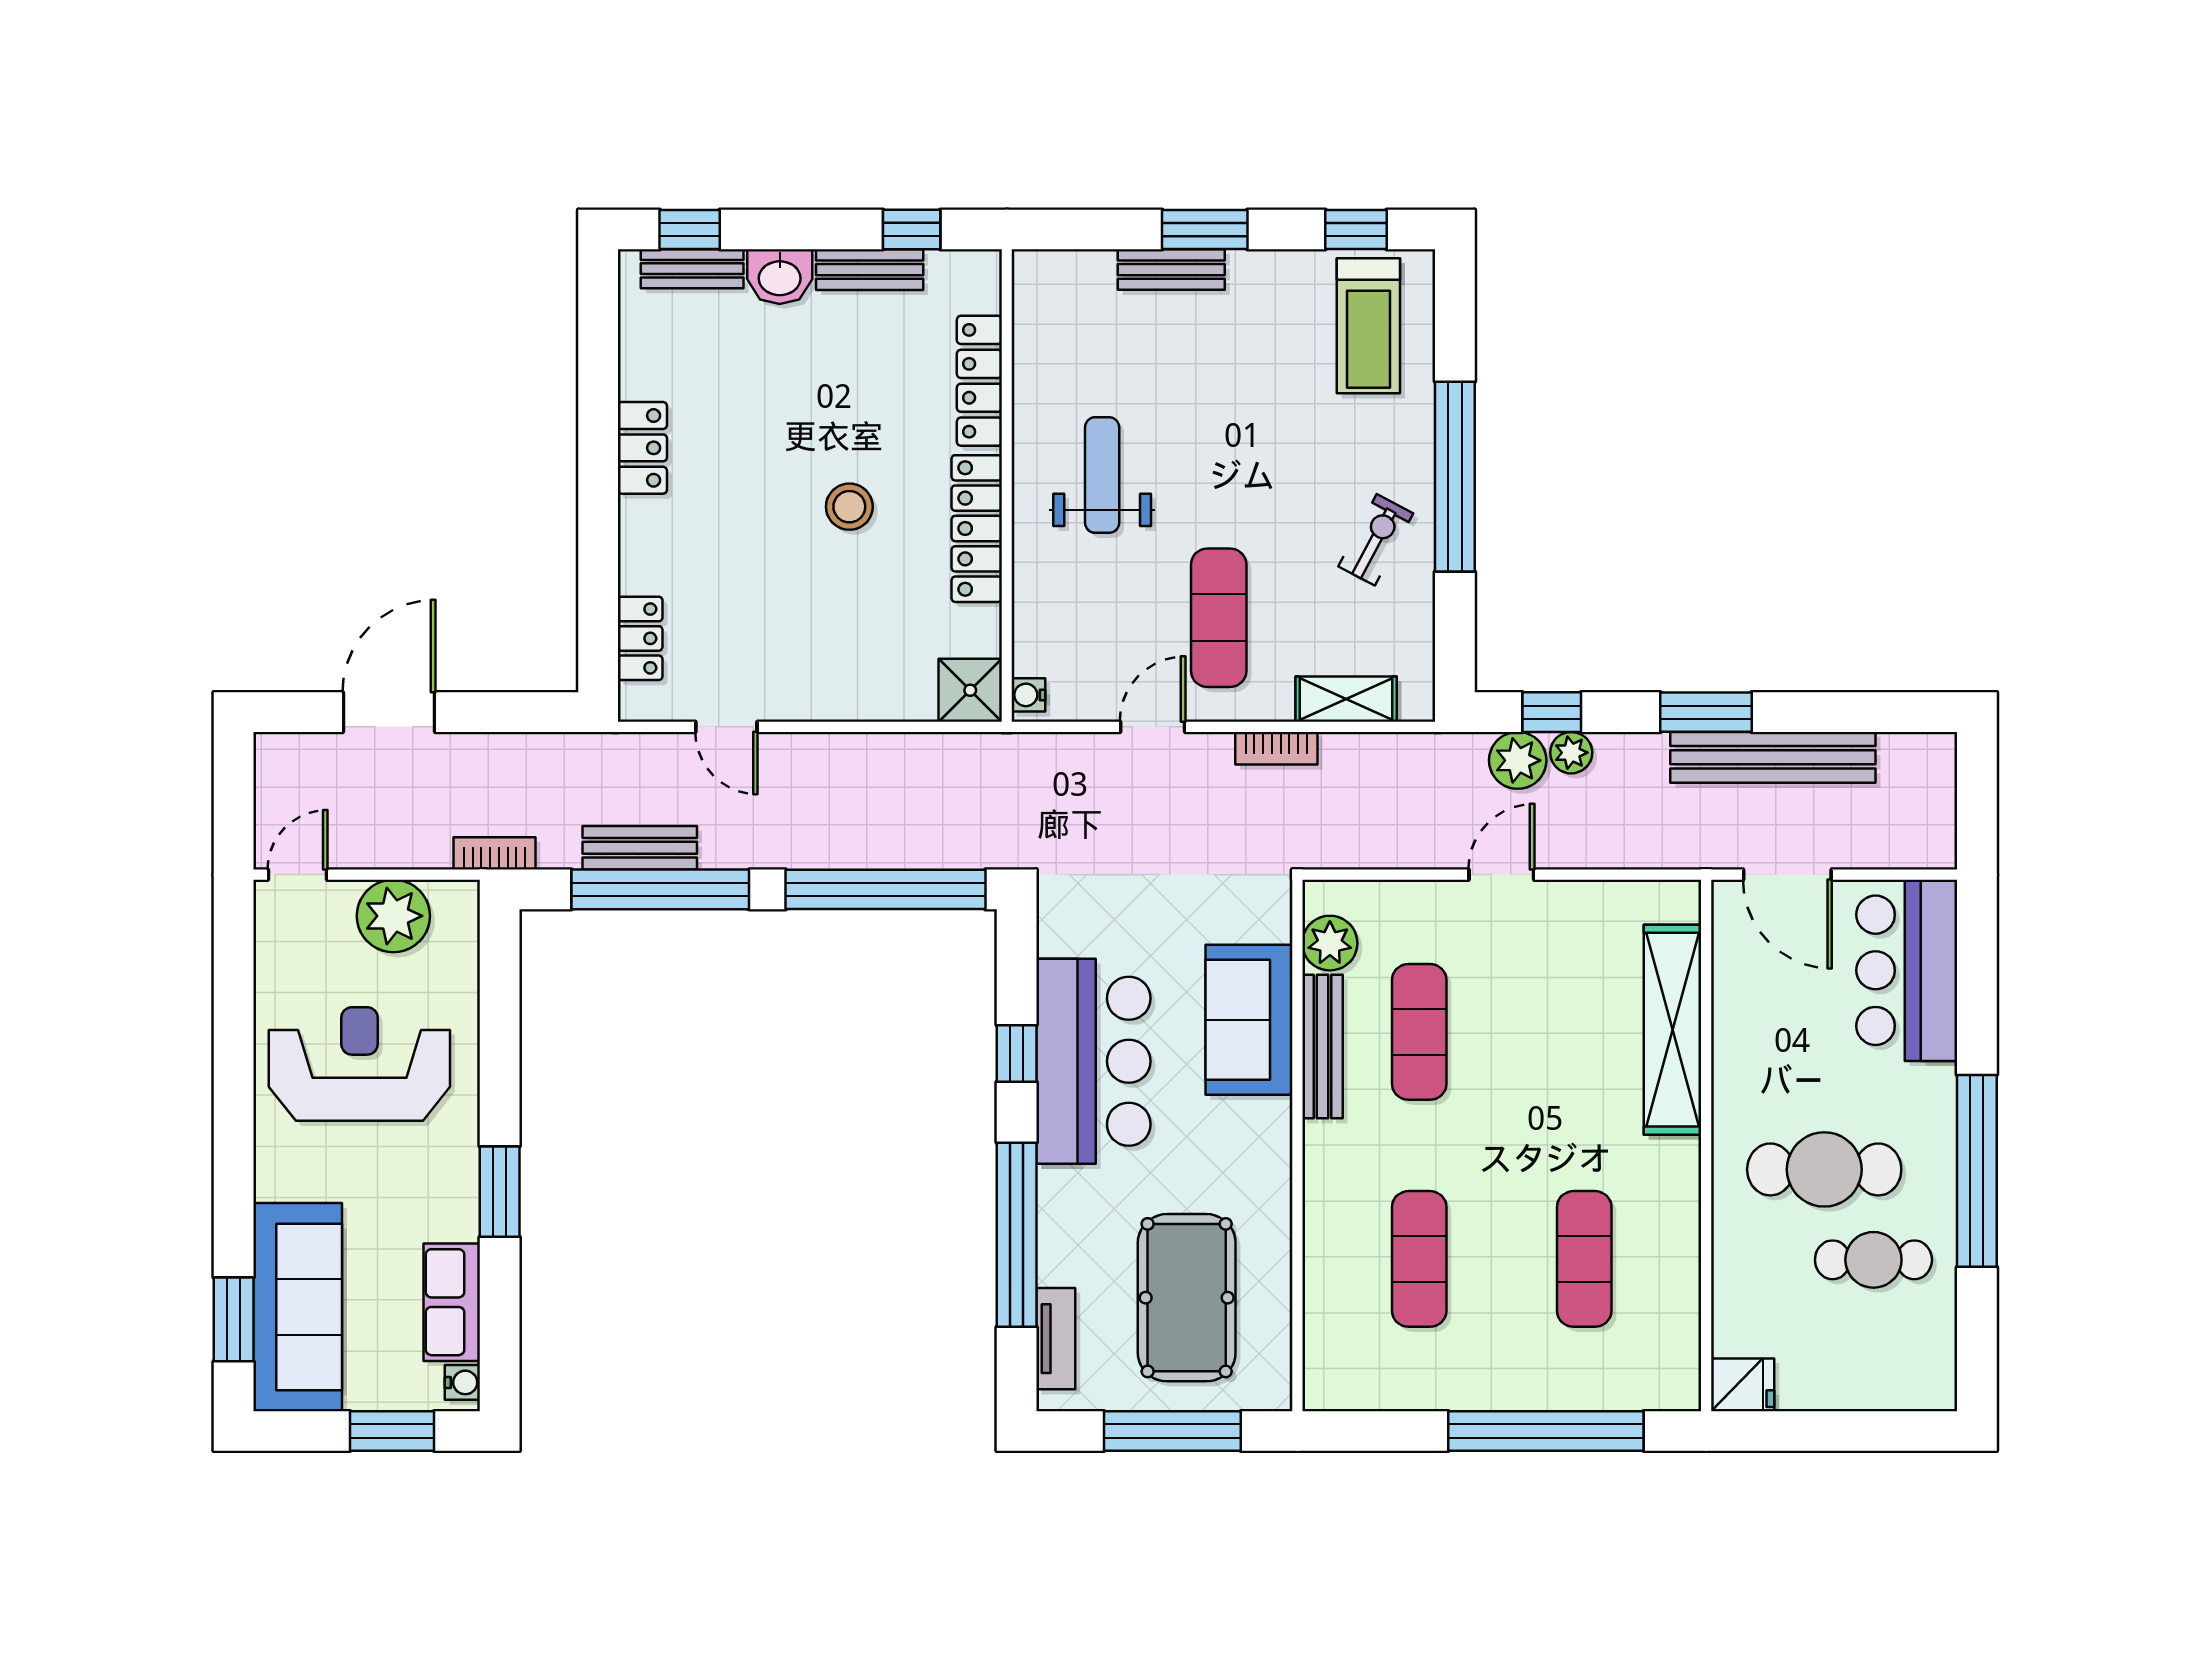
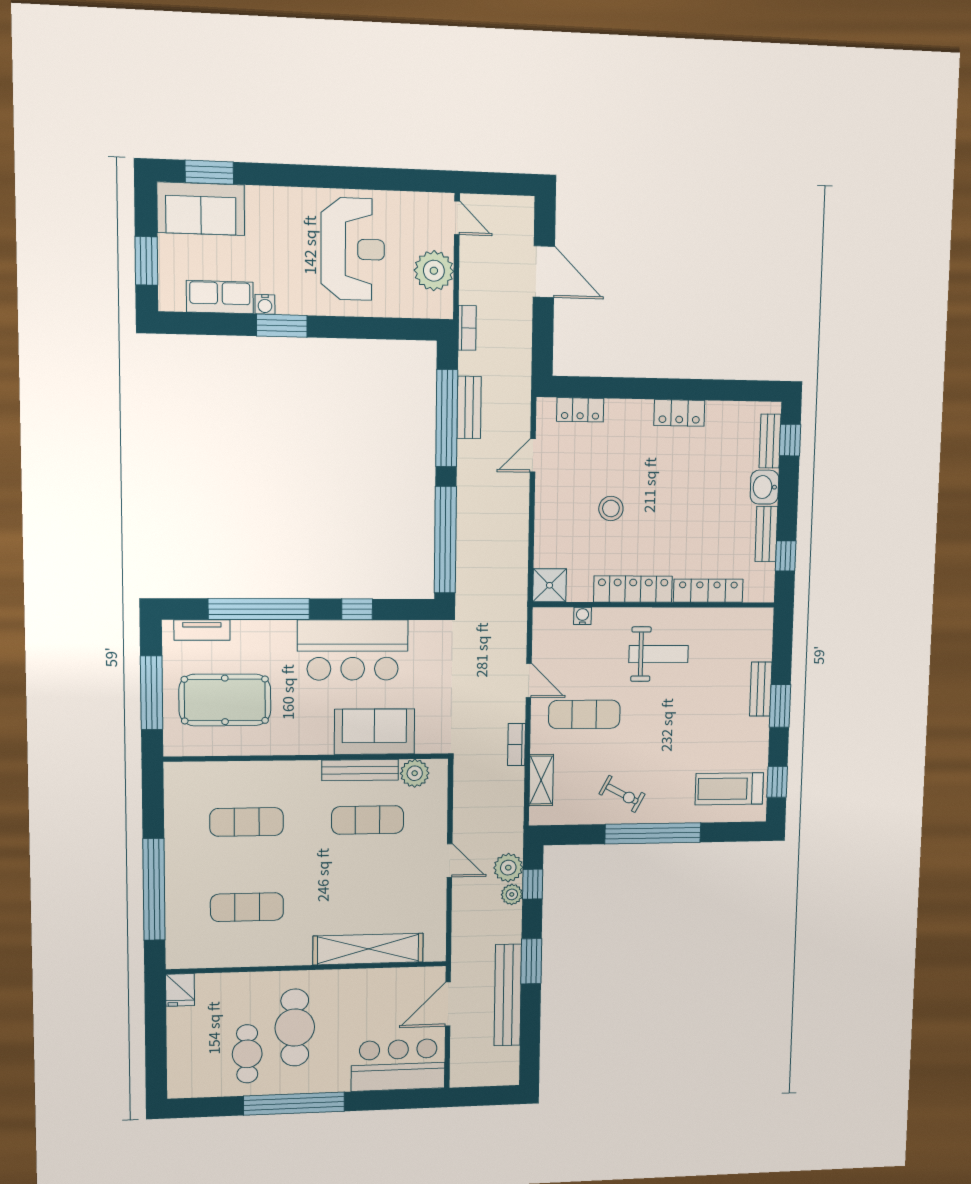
stool: (849, 507) -> (611, 508), moved
water cooler: (1028, 695) -> (582, 616), moved
sofa: (298, 1307) -> (201, 209), width x0.73
water cooler: (462, 1382) -> (265, 304), moved

